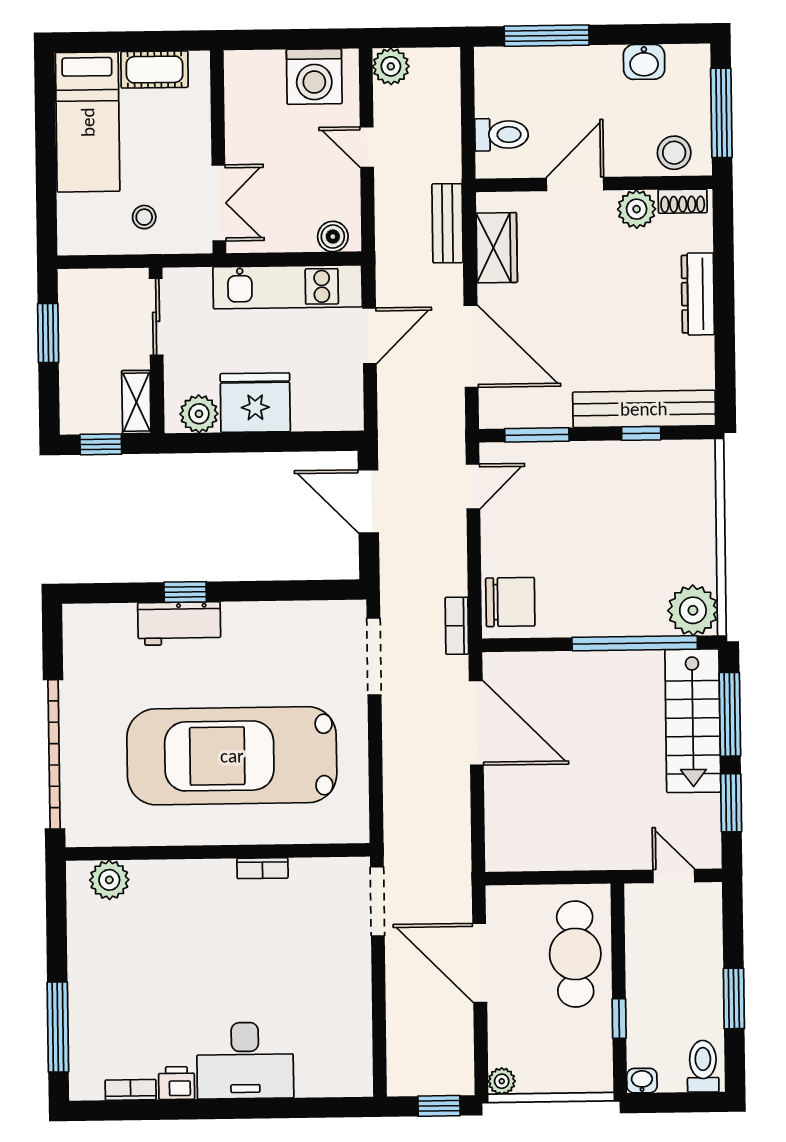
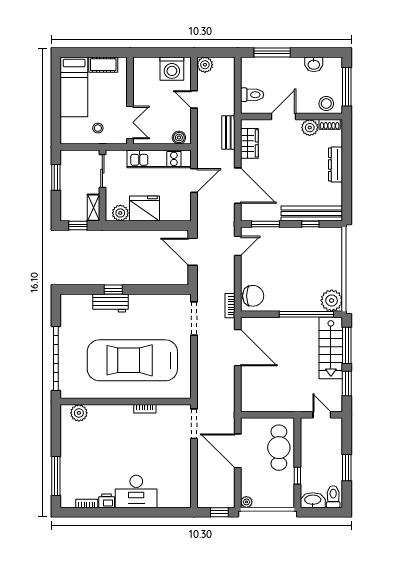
washbasin: (642, 1081) -> (313, 500), width x1.91, depth x1.45

